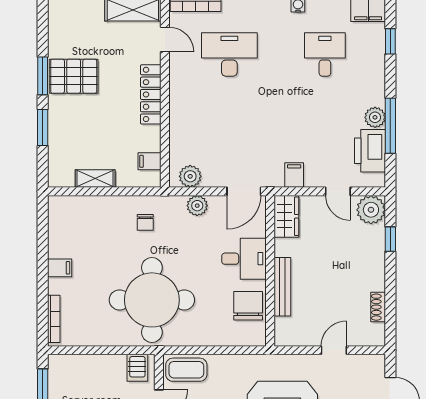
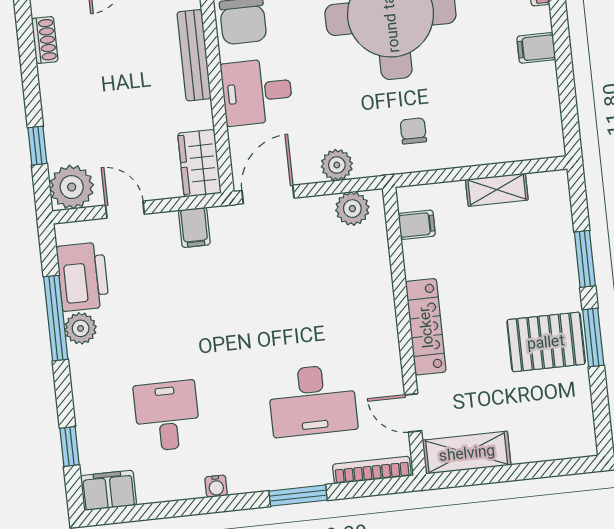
desk: (325, 55) -> (167, 416), turned 180

